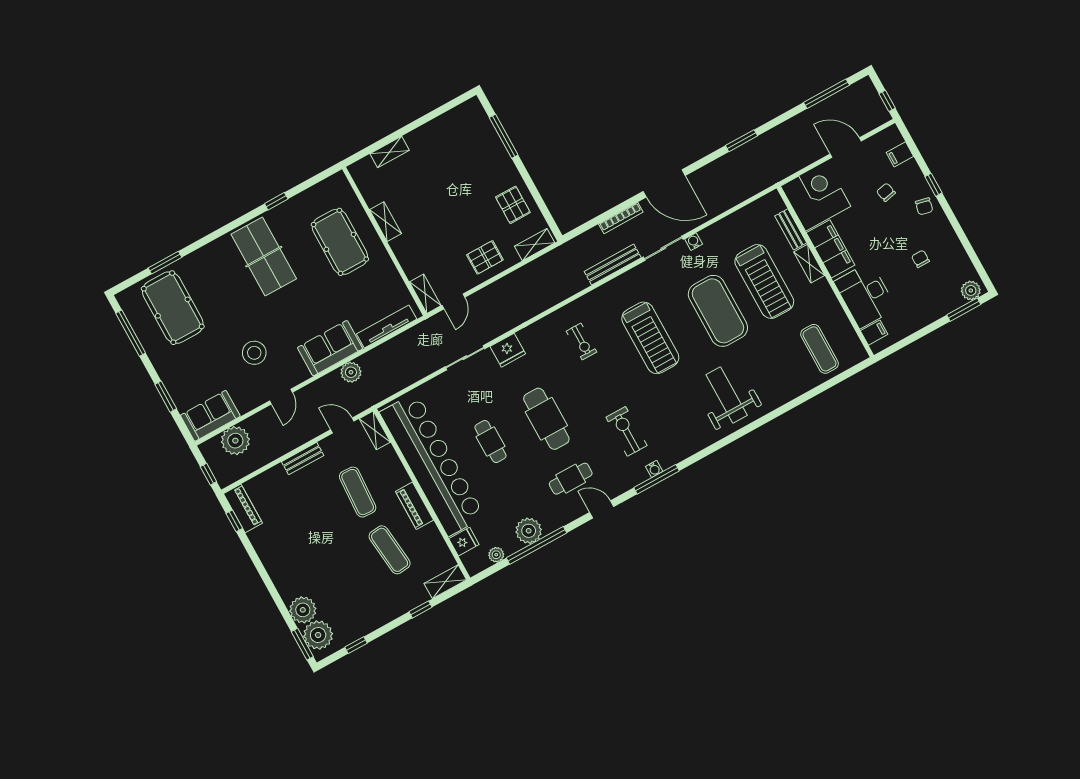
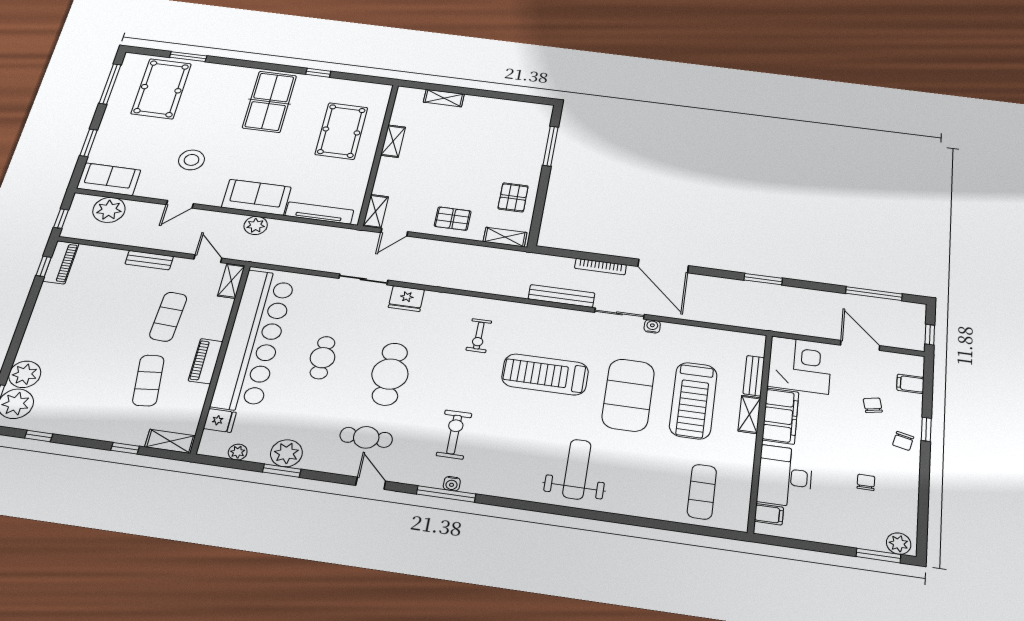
treadmill: (650, 338) -> (545, 374), turned 90
window: (536, 545) -> (282, 471), width x0.47

